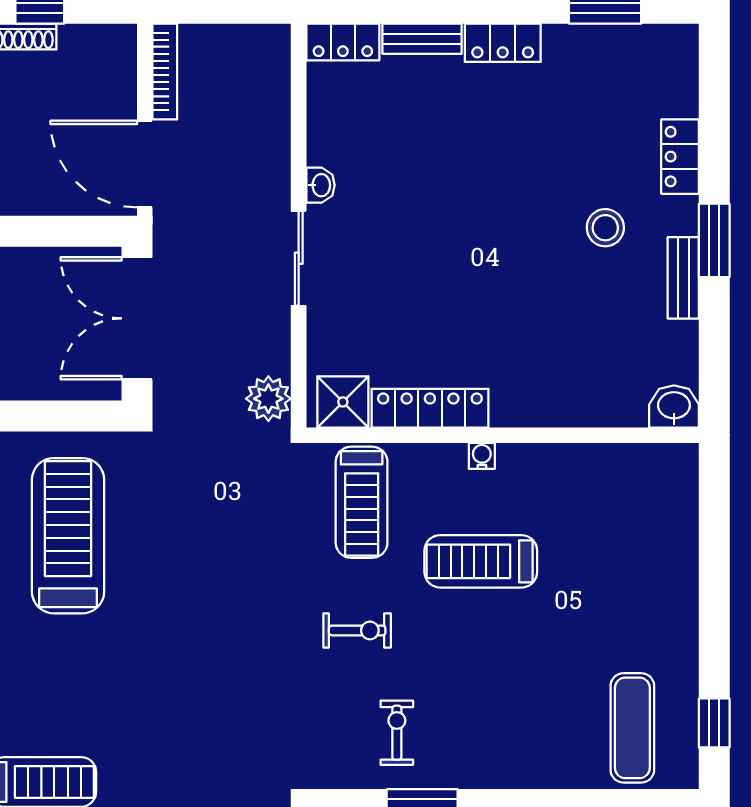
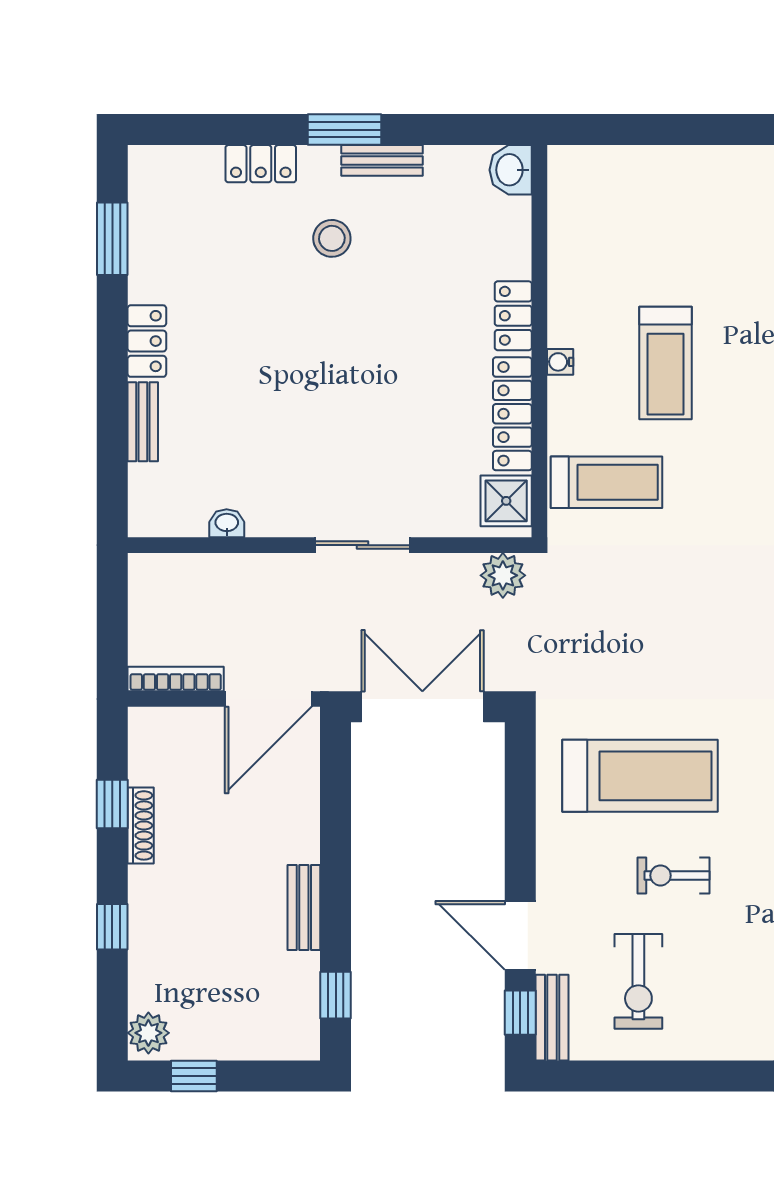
locker: (343, 42) -> (513, 316), moved, turned 180
washbasin: (320, 185) -> (227, 523), moved
double door: (137, 318) -> (422, 707), swing flipped
treadmill: (68, 536) -> (640, 776), turned 180
exercise bike: (357, 630) -> (735, 487), removed

